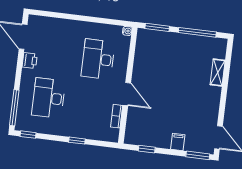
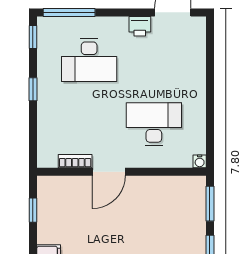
desk: (49, 98) -> (89, 60), turned 180
window: (77, 141) -> (33, 89), moved

